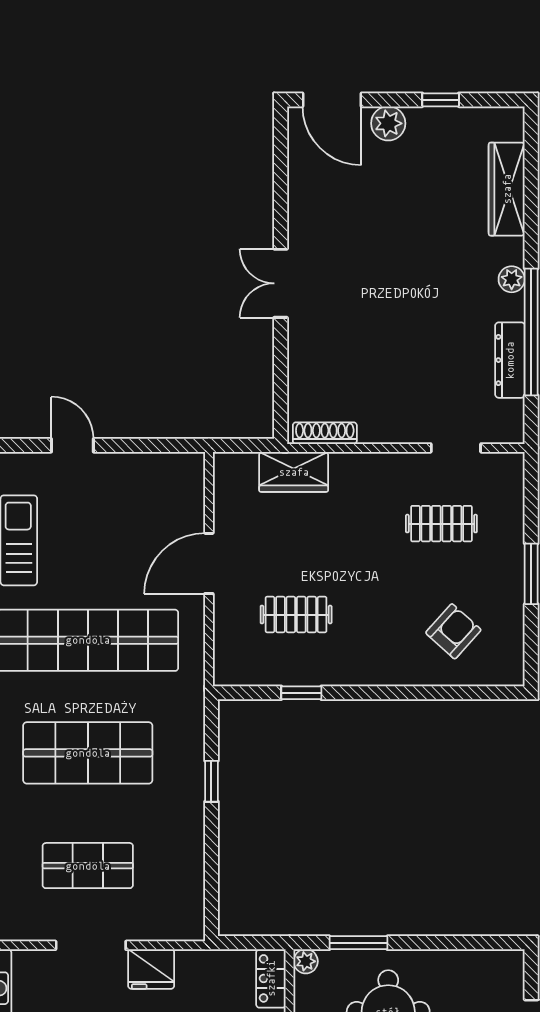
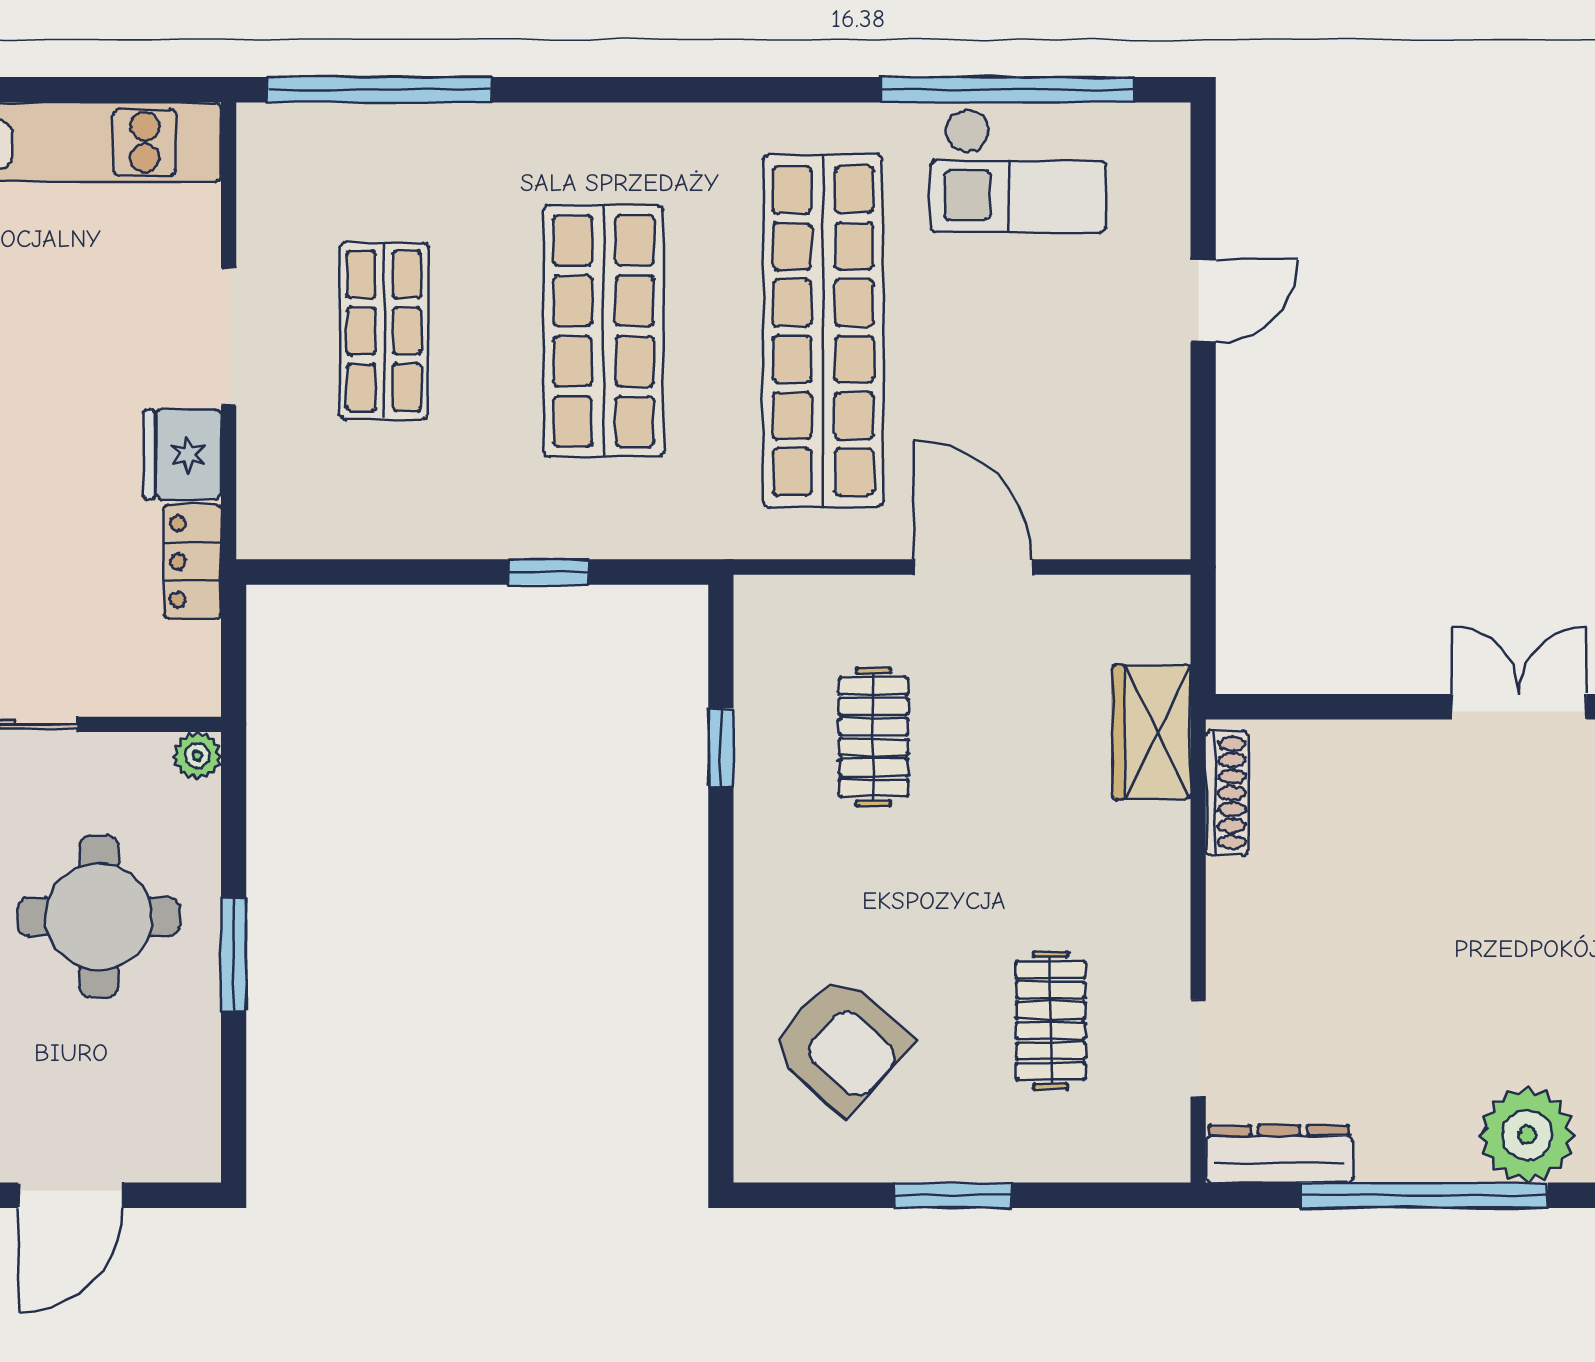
plant: (512, 279) -> (1527, 1135), width x1.88, depth x1.88
dresser: (510, 360) -> (1279, 1154), moved
armchair: (453, 631) -> (841, 1044), width x1.38, depth x1.38
window: (358, 943) -> (234, 955), moved
locker: (271, 978) -> (192, 562), moved, turned -90

